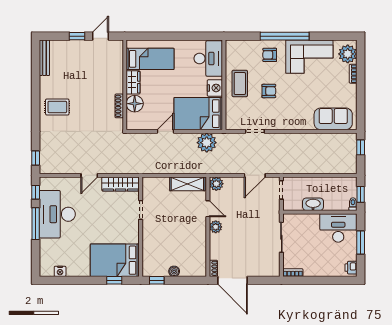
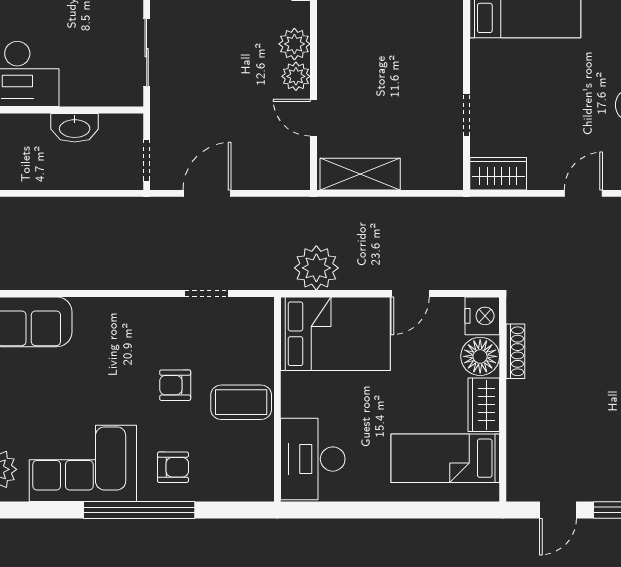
coffee table: (240, 83) -> (241, 402), turned 90
nightstand: (215, 88) -> (482, 316), moved, turned 180
wardrobe: (121, 184) -> (498, 174), width x0.67
plant: (216, 184) -> (294, 44), moved

